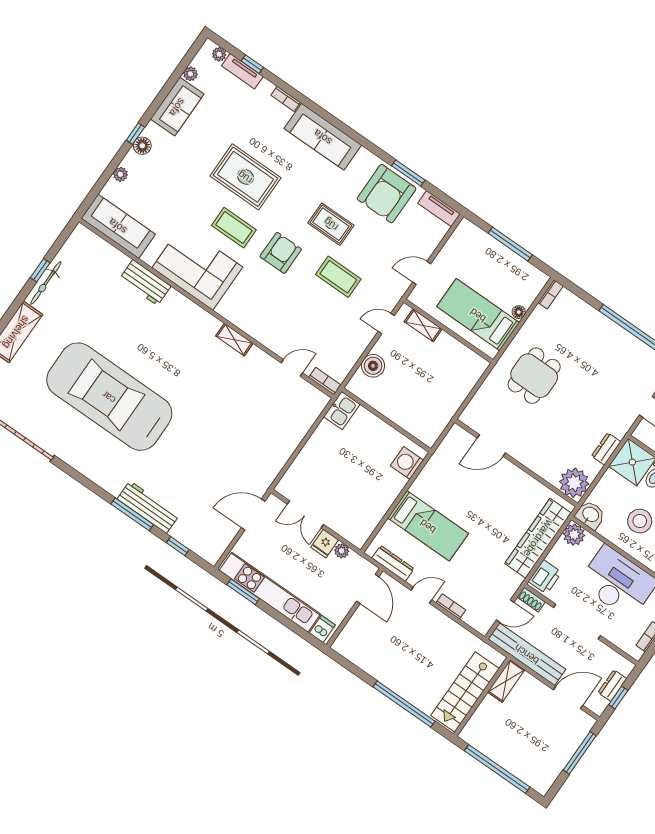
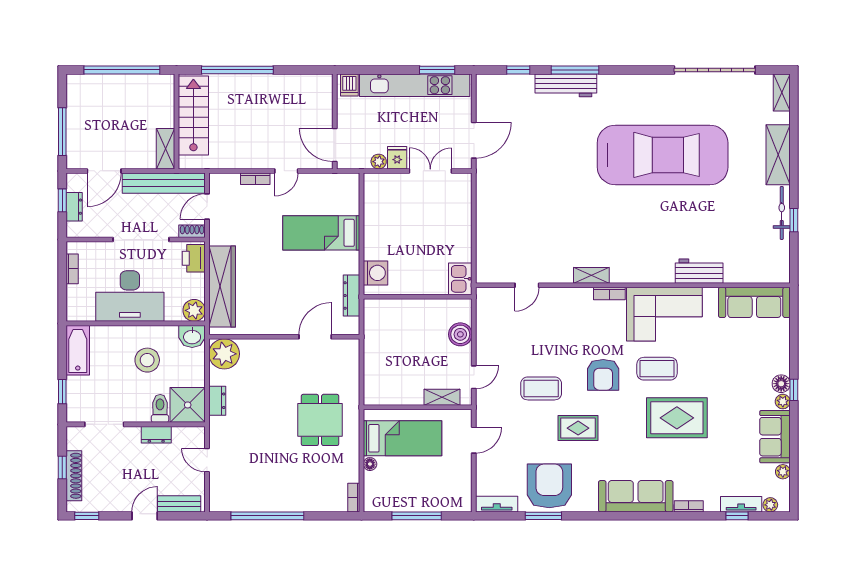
plant: (120, 174) -> (783, 402), moved
bookcase: (325, 381) -> (609, 294), moved
dresser: (393, 563) -> (351, 296), moved, turned 90

